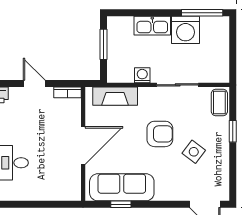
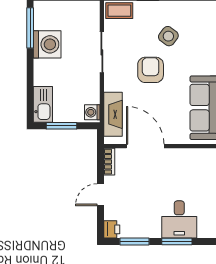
kitchen sink: (152, 26) -> (43, 104), moved
washing machine: (142, 75) -> (92, 112), moved
door: (83, 145) -> (145, 146), moved

